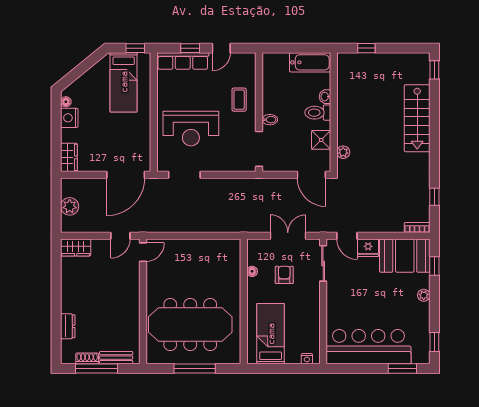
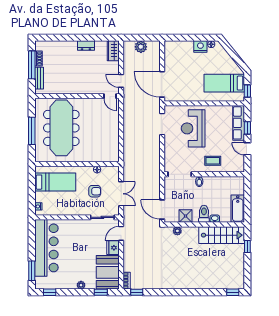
stairs: (417, 118) -> (222, 235), moved, turned 180
wardrobe: (69, 157) -> (174, 46), removed
door: (311, 175) -> (162, 209), hinge flipped
window: (434, 197) -> (137, 292), moved
dresser: (68, 326) -> (86, 45), moved

